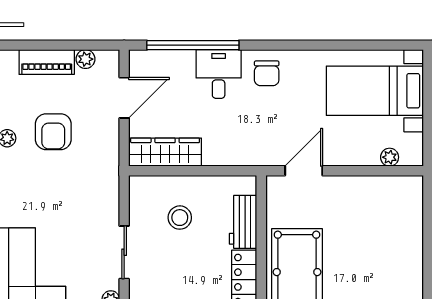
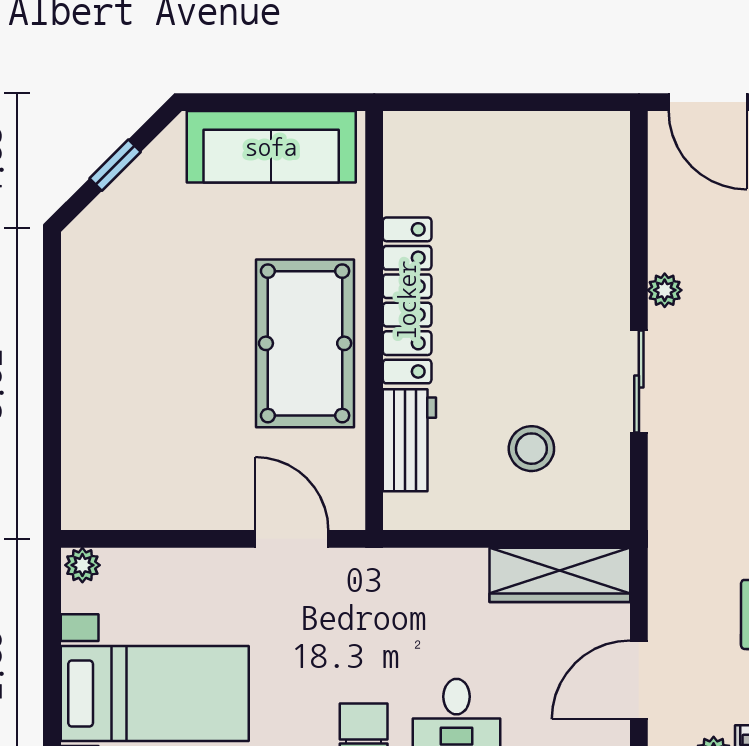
plant: (390, 157) -> (82, 565), moved
door: (304, 171) -> (292, 539), swing flipped

